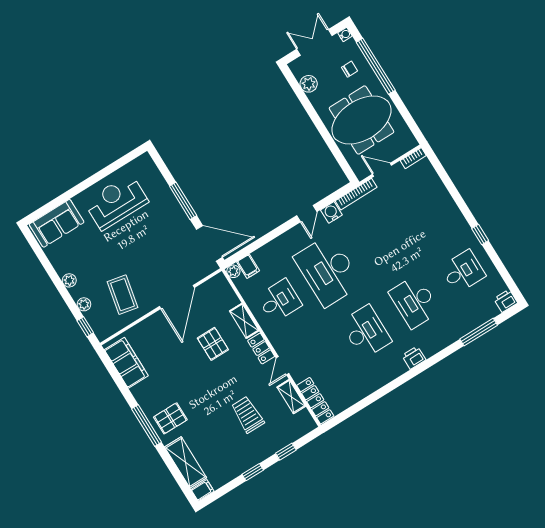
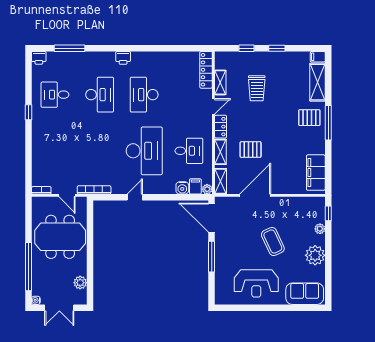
chair: (350, 69) -> (47, 275), removed
water cooler: (331, 212) -> (182, 188), moved
plant: (69, 280) -> (315, 255), width x1.87, depth x1.87
shelving: (224, 289) -> (221, 181), added
coffee table: (123, 295) -> (273, 241), moved, turned -37
desk: (279, 301) -> (189, 151), turned 180
pallet: (213, 344) -> (251, 150), turned 90

